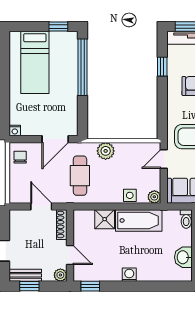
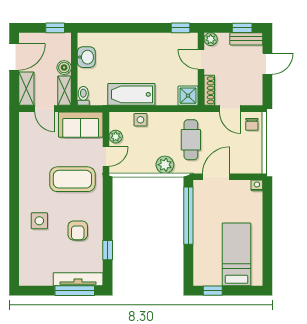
window: (83, 67) -> (188, 216), moved
chair: (20, 157) -> (252, 124), moved
plant: (154, 197) -> (116, 137), moved
shower: (105, 219) -> (188, 96), moved
washing machine: (129, 275) -> (141, 40), removed

